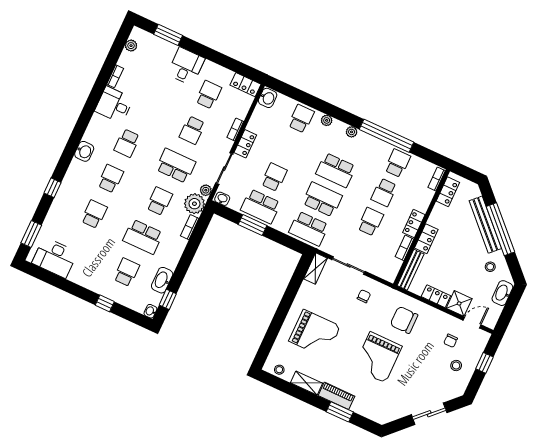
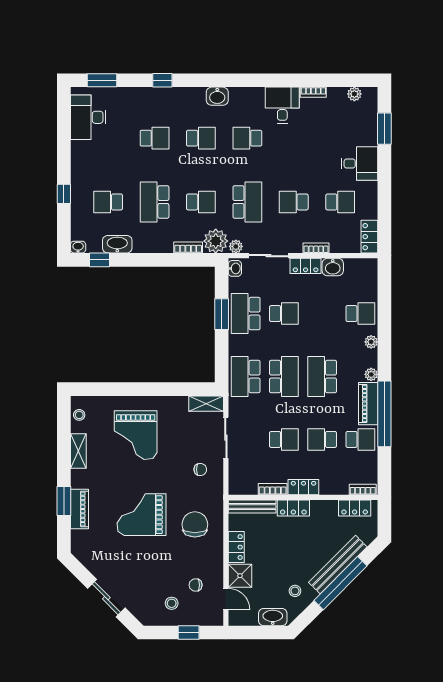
washbasin: (268, 98) -> (333, 267), moved
piano: (373, 144) -> (368, 404), added
school desk: (127, 272) -> (108, 202), turned 180
piano: (336, 396) -> (79, 509), moved

